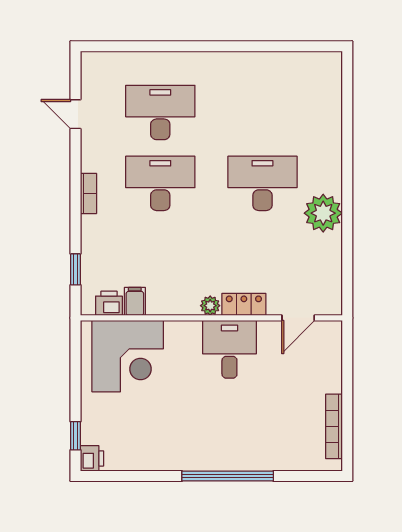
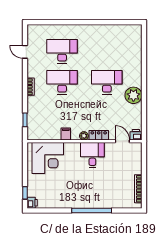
filing cabinet: (135, 301) -> (66, 134), moved
printer: (109, 303) -> (136, 135), moved
door: (298, 318) -> (122, 141), swing flipped

